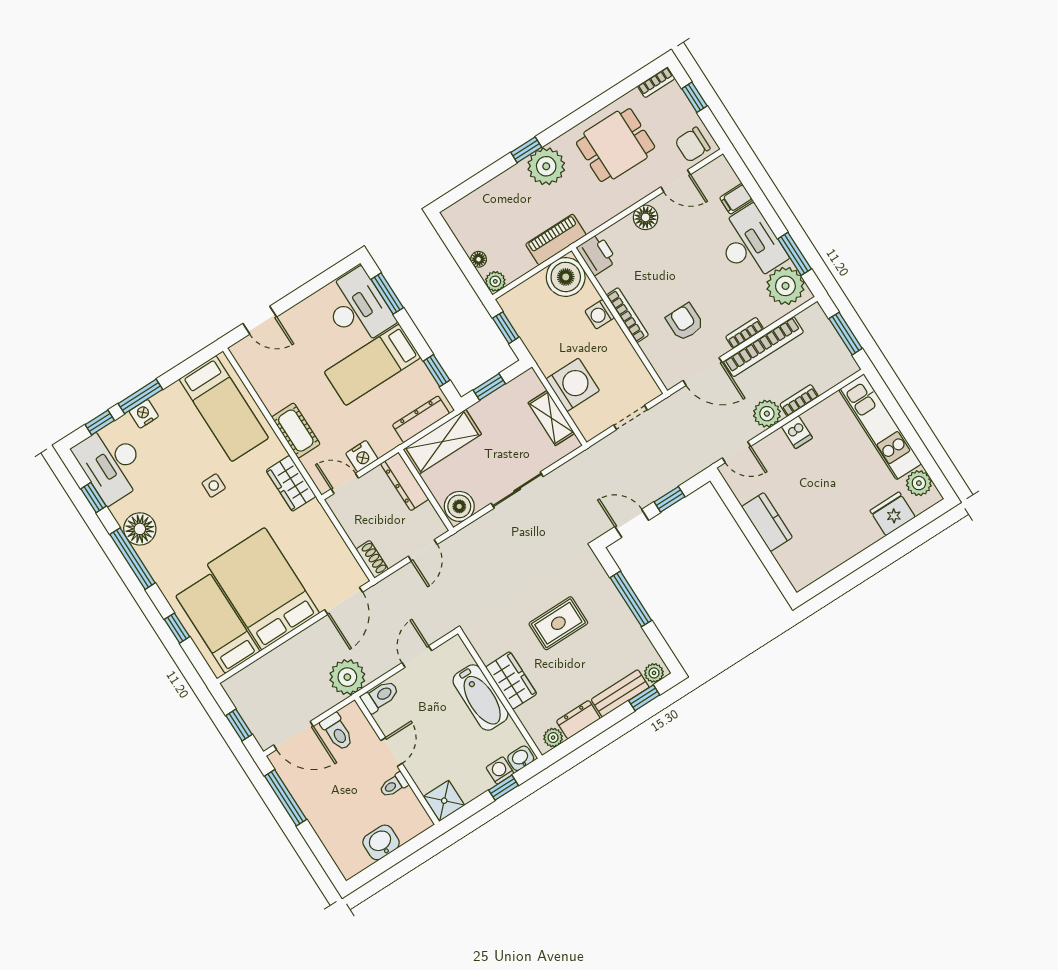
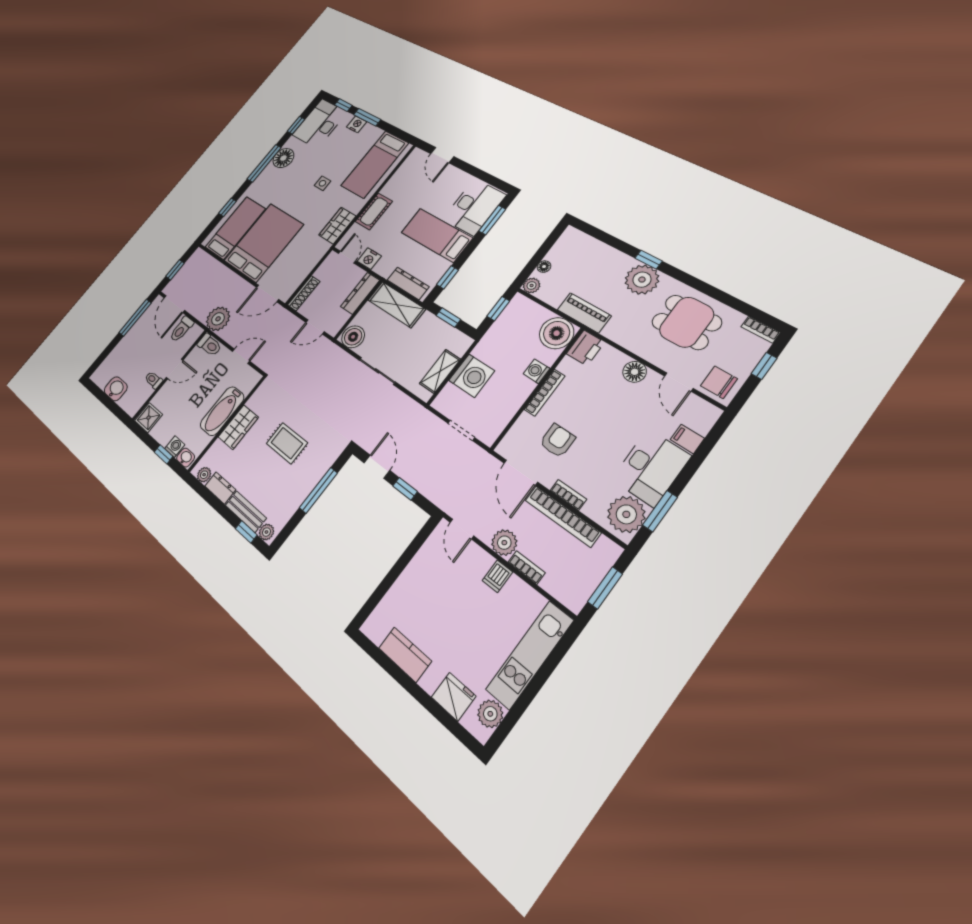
kitchen counter: (767, 522) -> (405, 655), moved, turned -90
shoe rack: (372, 559) -> (304, 293), width x1.43

